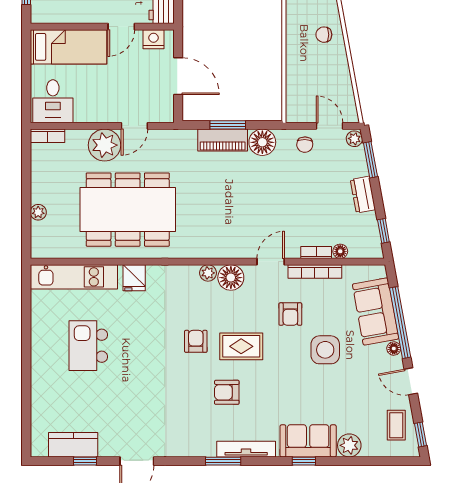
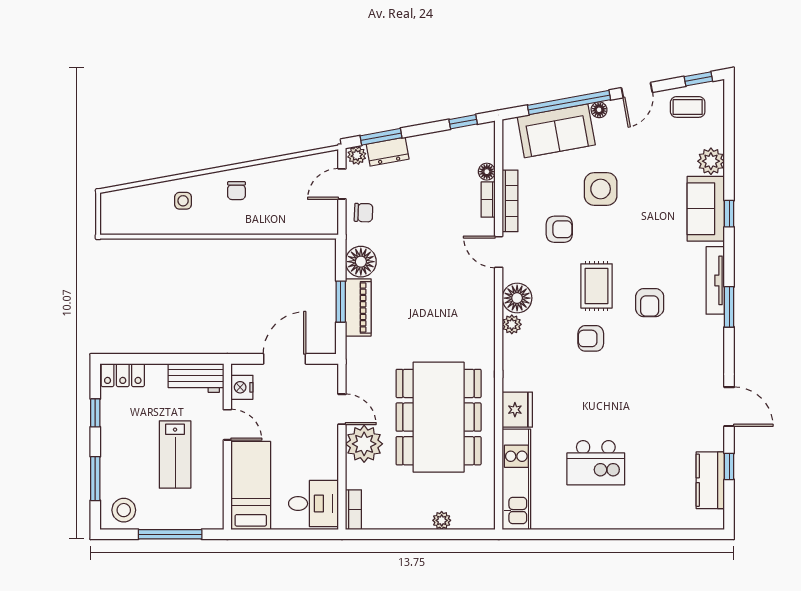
dresser: (363, 195) -> (388, 152), moved
fridge: (134, 278) -> (517, 410), width x1.38

